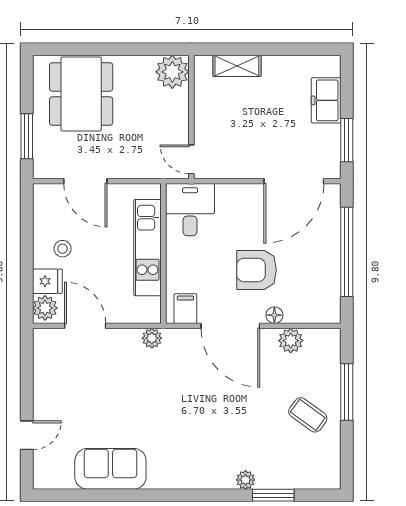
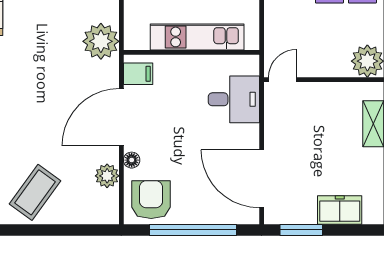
desk: (190, 210) -> (234, 99), moved
armchair: (257, 270) -> (151, 200), moved
plant: (152, 338) -> (101, 41), width x1.87, depth x1.87
window: (347, 392) -> (57, 230), removed
coffee table: (308, 415) -> (35, 192), width x1.36, depth x1.30

